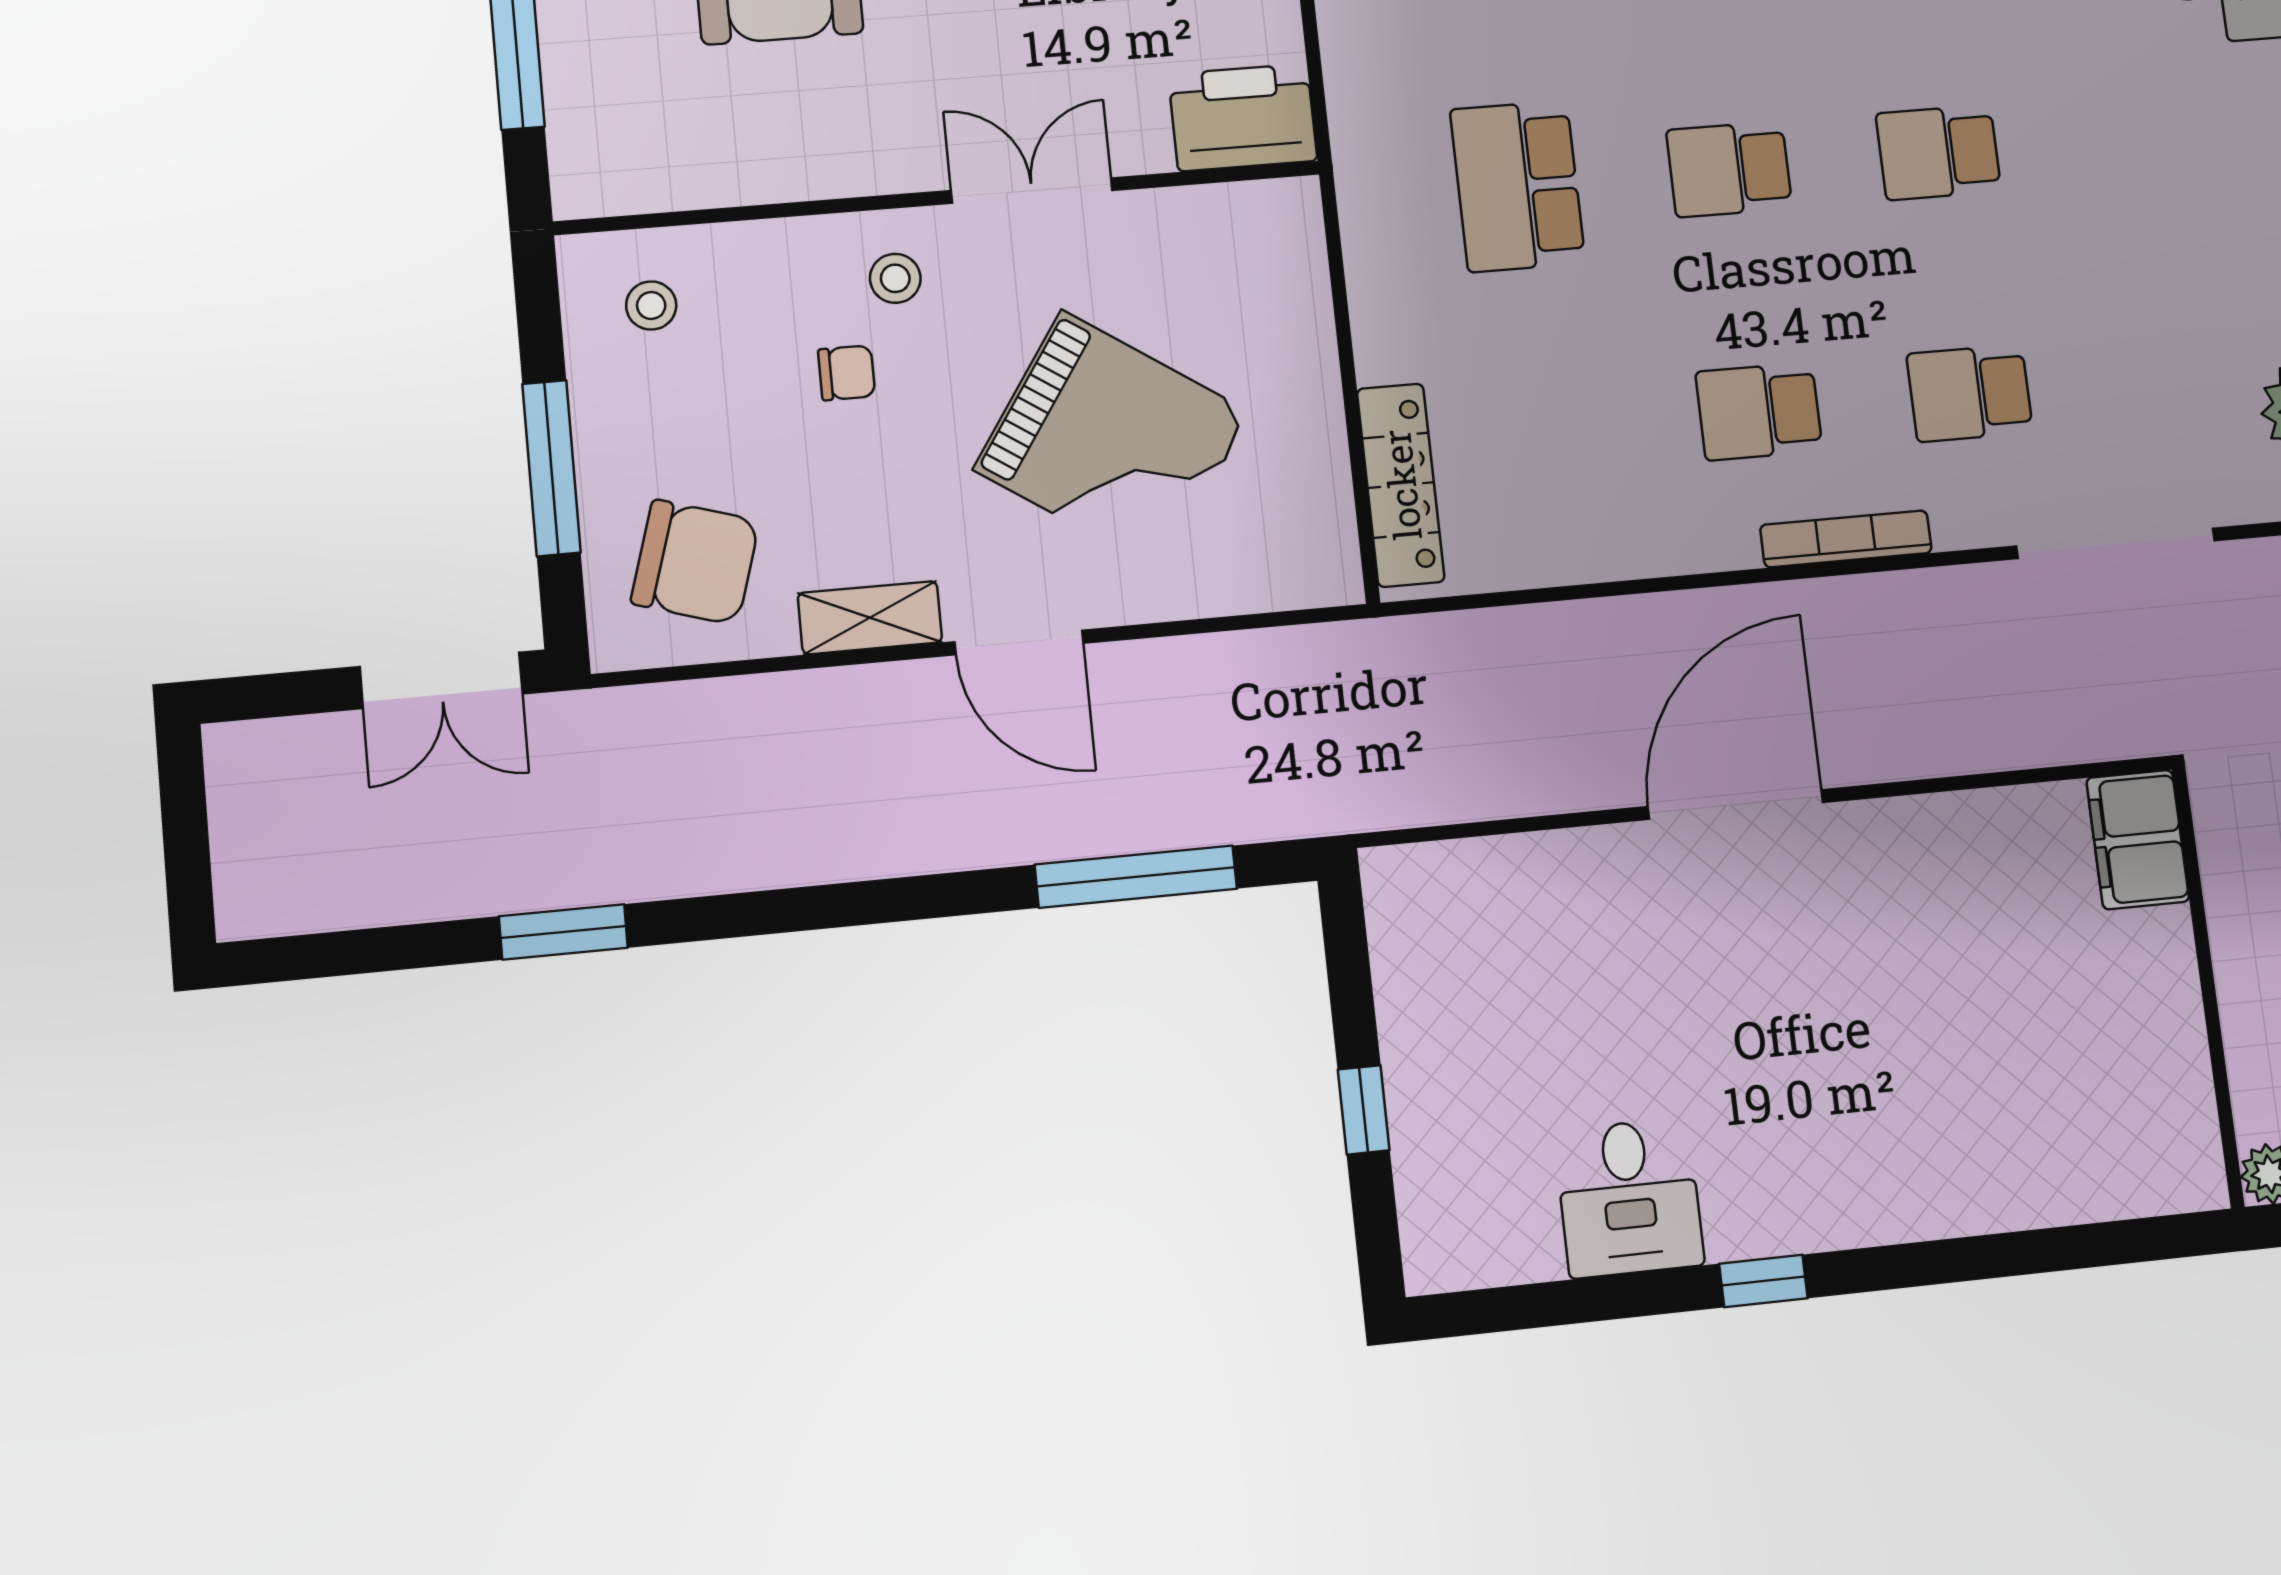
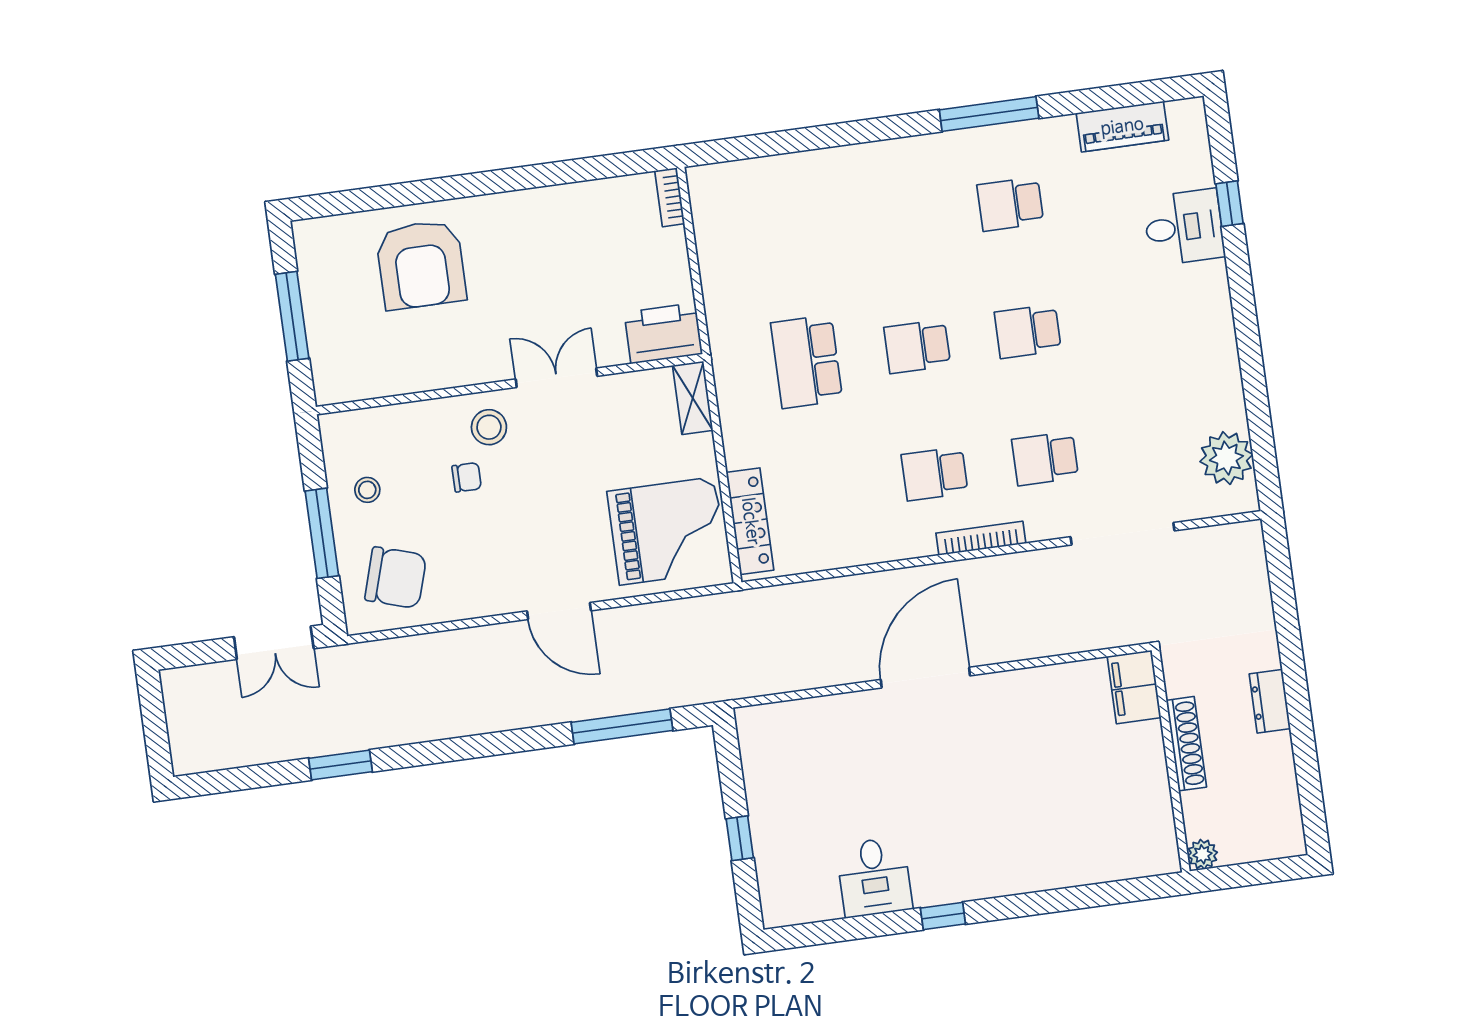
stool: (895, 278) -> (489, 427), width x1.37, depth x1.37
stool: (651, 306) -> (367, 490), moved
grand piano: (1112, 441) -> (667, 531), moved, turned -34
shelving: (870, 618) -> (693, 398), moved, turned 90
shoe rack: (2238, 954) -> (1186, 744), added

